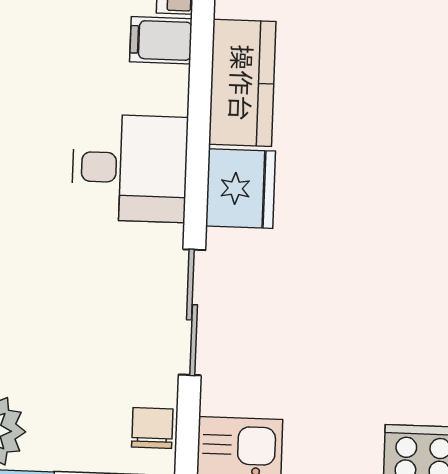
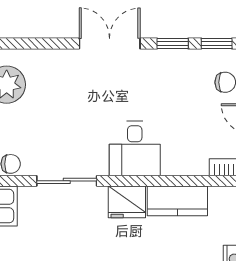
filing cabinet: (161, 40) -> (196, 161), removed

